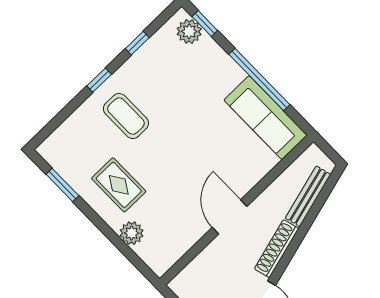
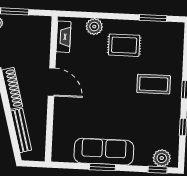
window: (259, 80) -> (102, 167), width x0.47
sofa: (266, 118) -> (104, 152), moved
fireplace: (173, 252) -> (63, 37), added

